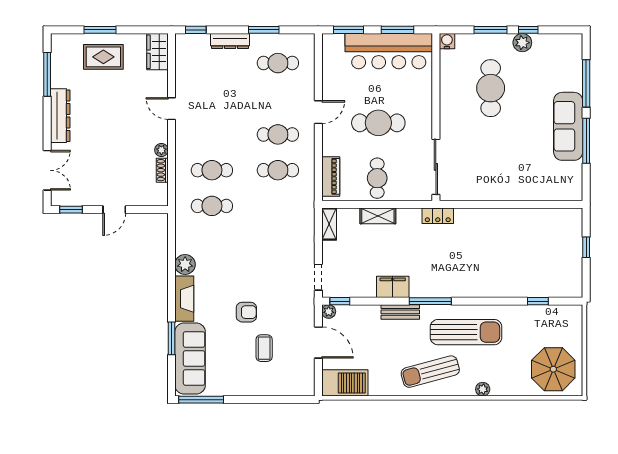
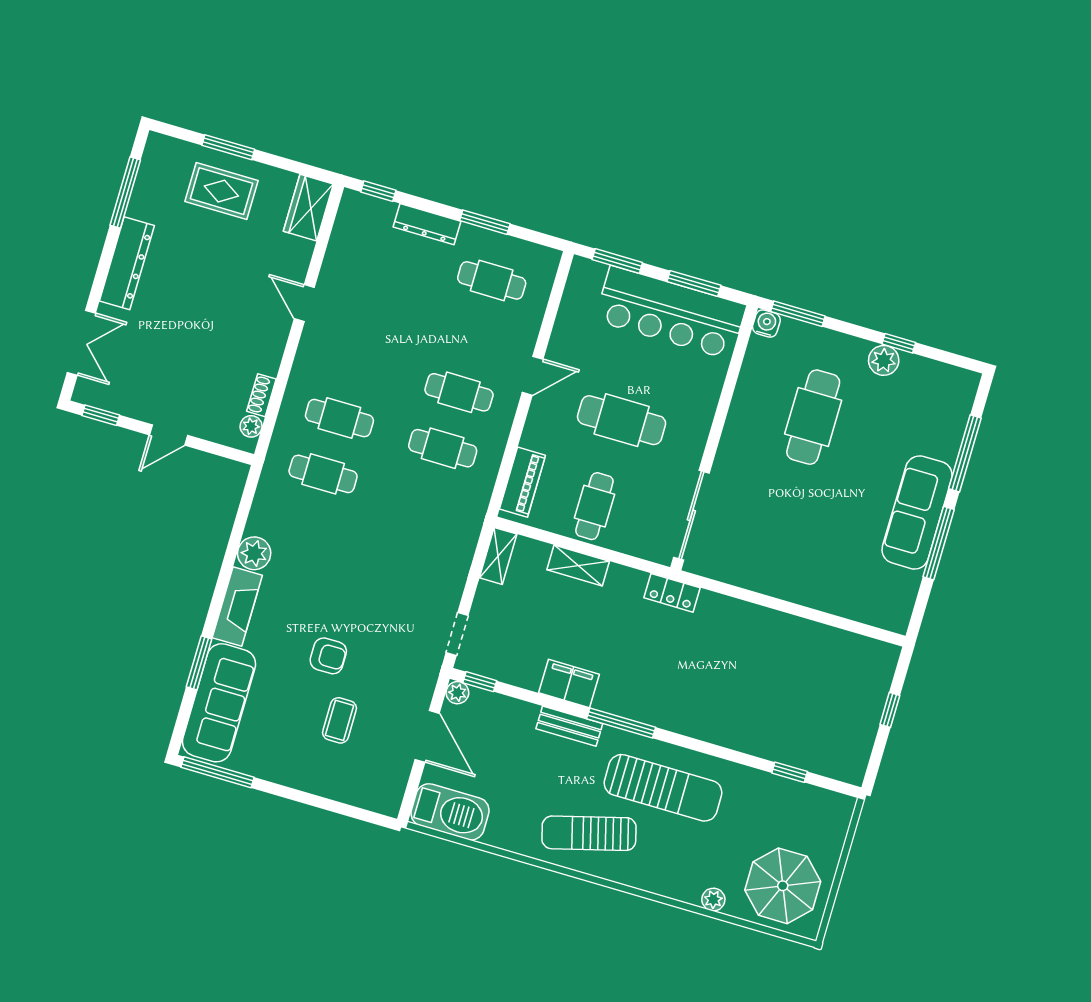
window: (491, 30) -> (798, 314), moved
plant: (161, 150) -> (251, 426), moved
plant: (483, 389) -> (713, 900), moved

